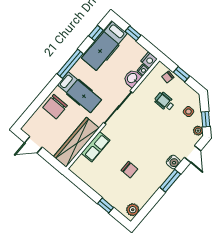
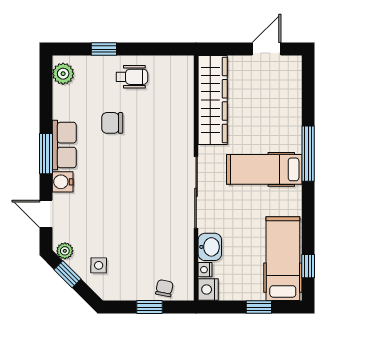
window: (70, 64) -> (308, 154), moved
wheelchair: (164, 102) -> (132, 77), moved
chair: (55, 107) -> (280, 123), removed
row of seats: (96, 147) -> (64, 145), moved, turned 180

